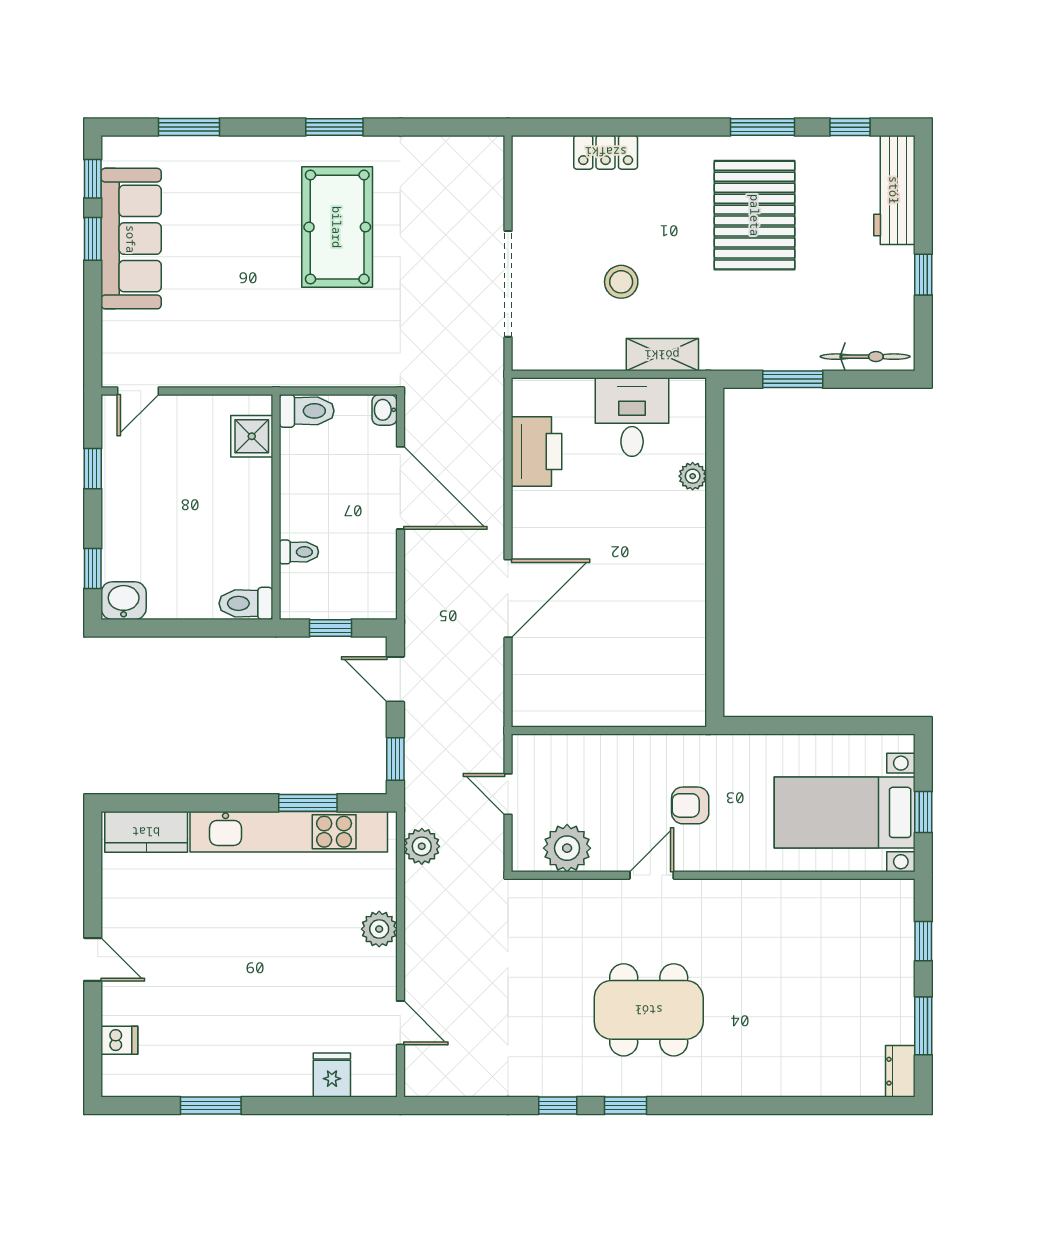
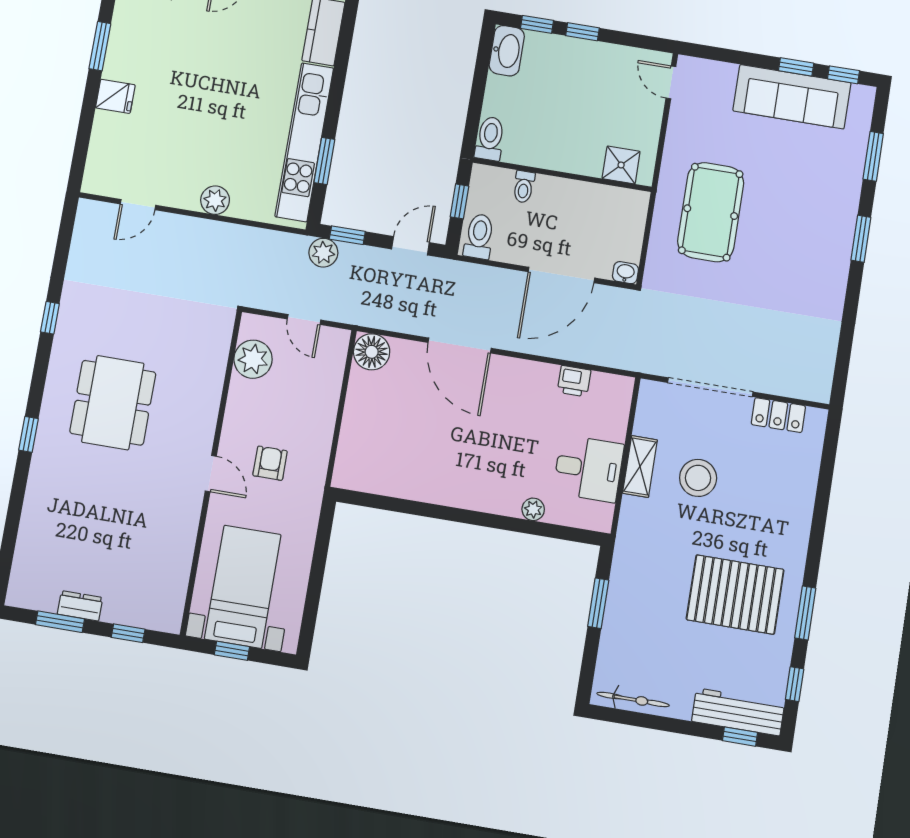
window: (334, 127) -> (861, 239), moved
locker: (606, 152) -> (778, 415), moved, turned -90
pool table: (337, 227) -> (711, 212), moved, turned 90
window: (923, 275) -> (740, 737), moved
stool: (621, 282) -> (698, 478), width x1.38, depth x1.38
shelving: (662, 355) -> (640, 467), moved
bicycle: (865, 357) -> (633, 699), moved, turned -90
toilet: (307, 411) -> (479, 236), moved, turned 180
printer: (536, 452) -> (574, 381), width x0.53, depth x0.68
window: (93, 469) -> (583, 32), moved
washbasin: (124, 601) -> (507, 51), width x1.38
floor lamp: (534, 705) -> (372, 352), added
door: (508, 794) -> (304, 320), swing flipped
plant: (422, 846) -> (323, 253), moved
door: (652, 875) -> (211, 474), moved
dresser: (900, 1071) -> (80, 606), moved
fridge: (332, 1075) -> (115, 96), moved
window: (626, 1106) -> (28, 434), moved

